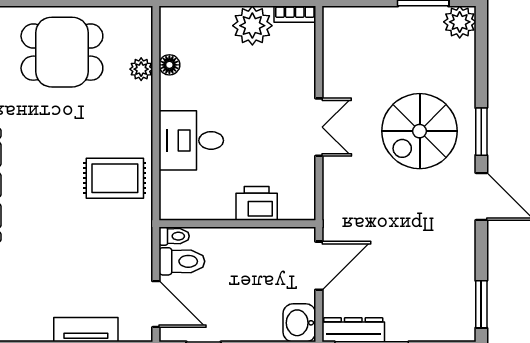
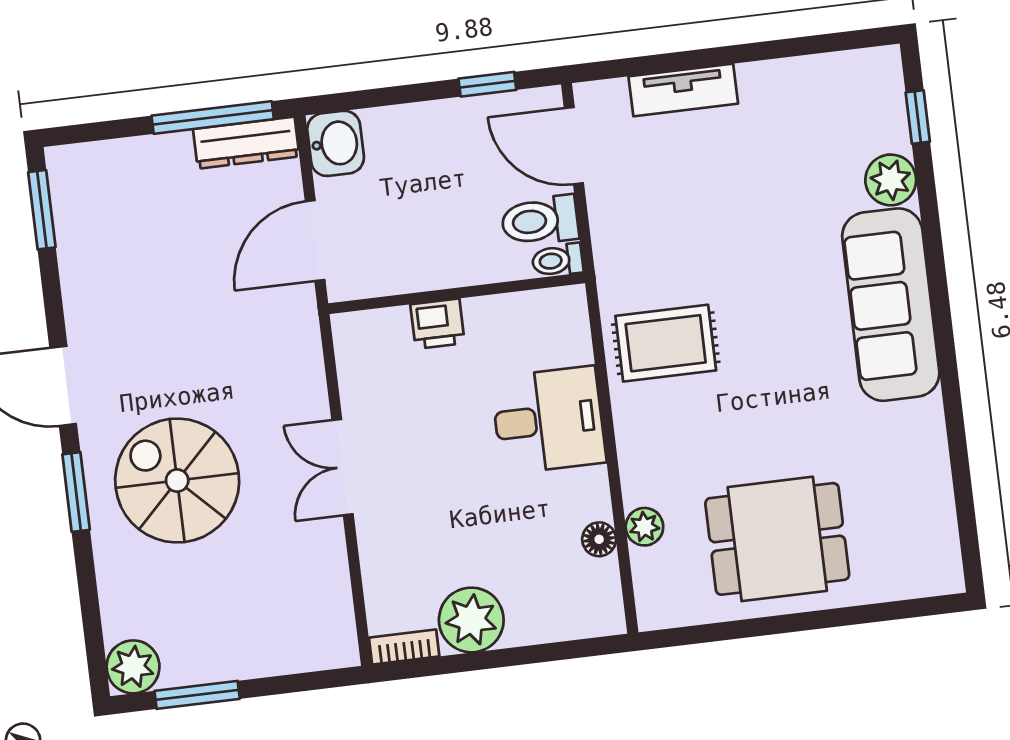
spiral stairs: (420, 131) -> (177, 481), turned -90
printer: (257, 203) -> (438, 324), width x0.73, depth x0.81

